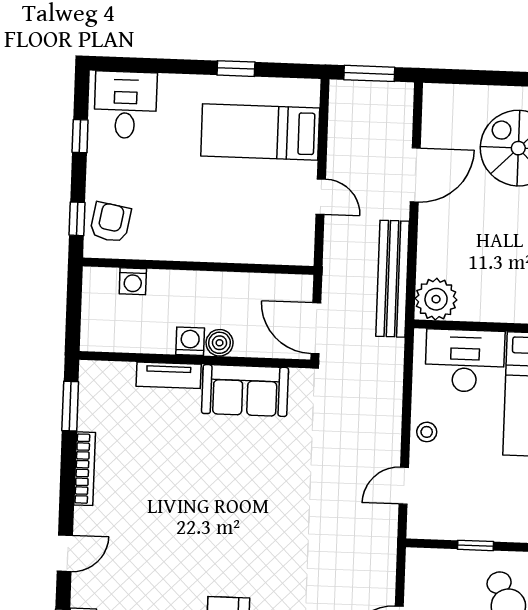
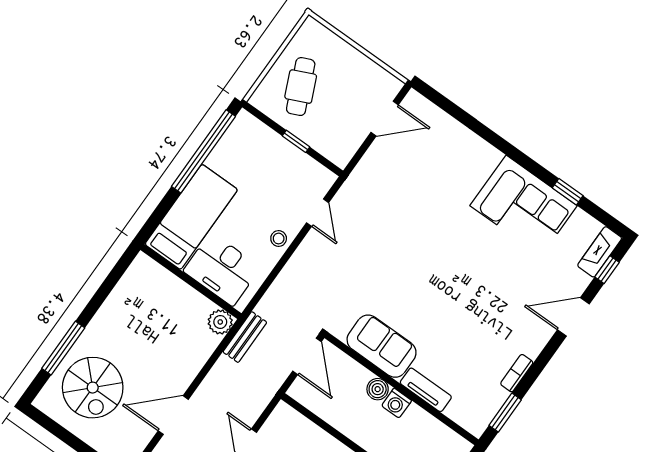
bench: (392, 279) -> (245, 337), width x0.54, depth x0.82
plant: (436, 299) -> (220, 322), width x0.73, depth x0.73
bookcase: (85, 469) -> (517, 373), width x0.64
door: (404, 486) -> (318, 213), hinge flipped
door: (65, 553) -> (573, 317), width x1.38

